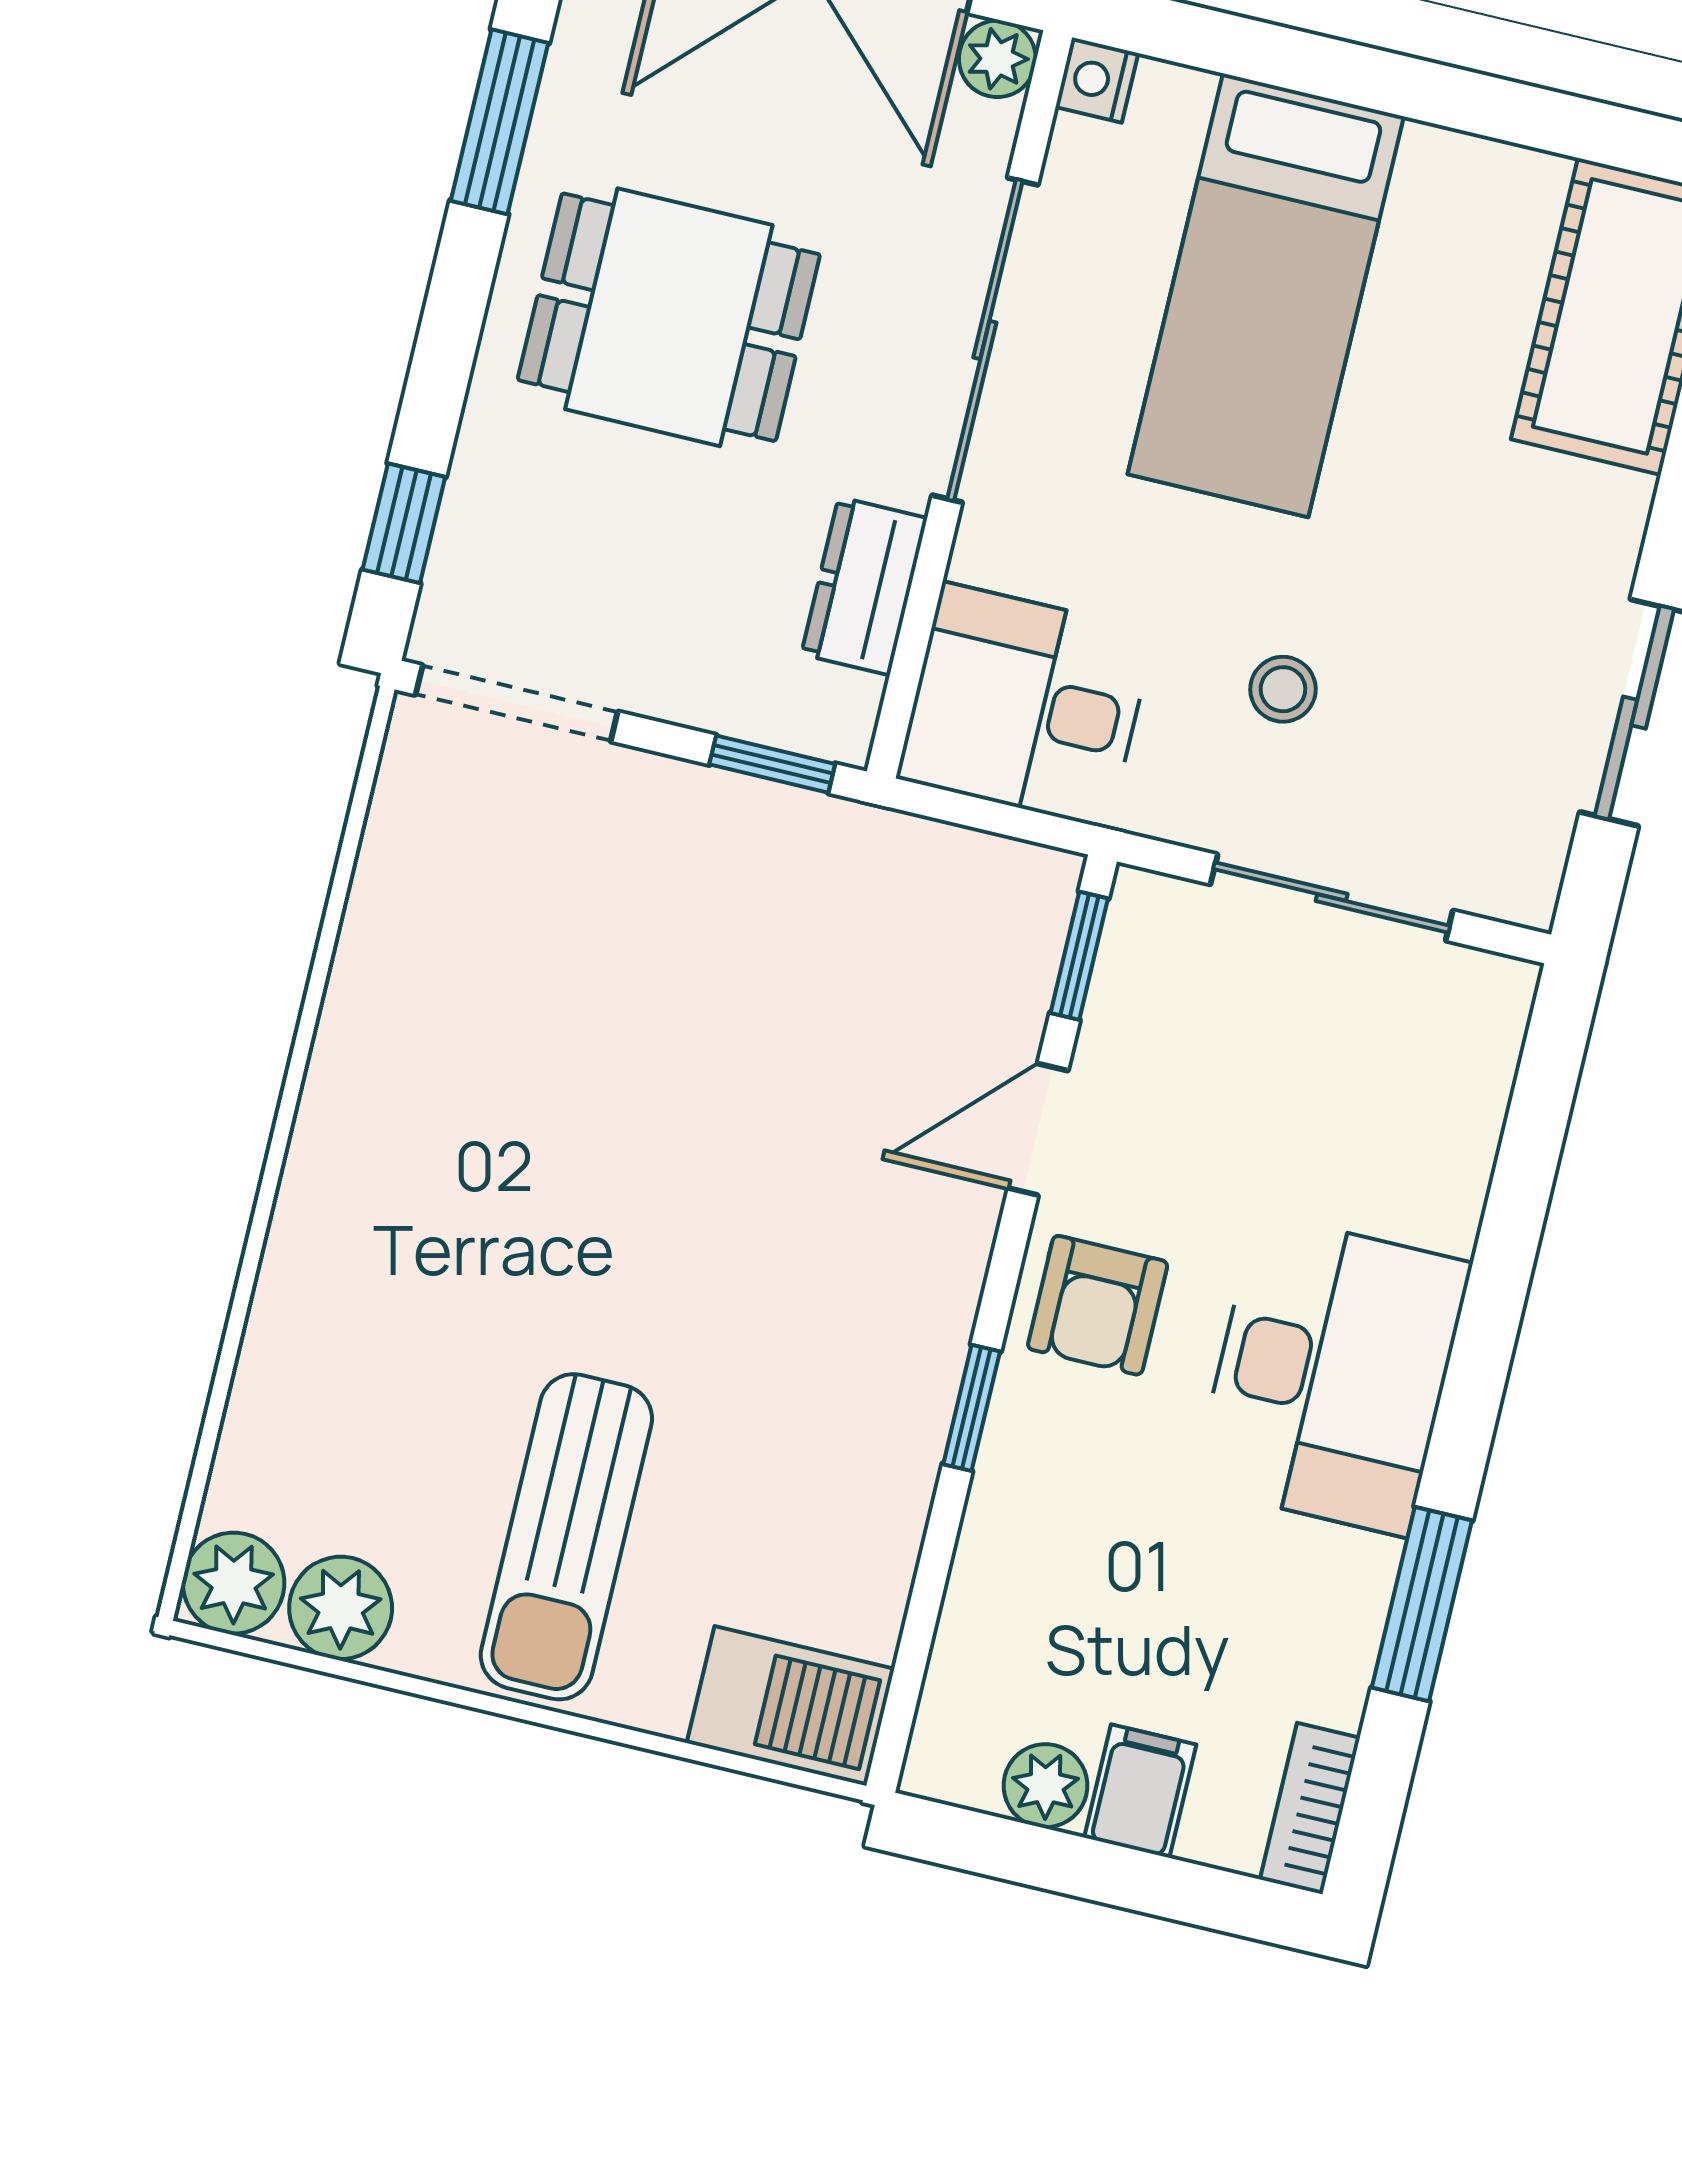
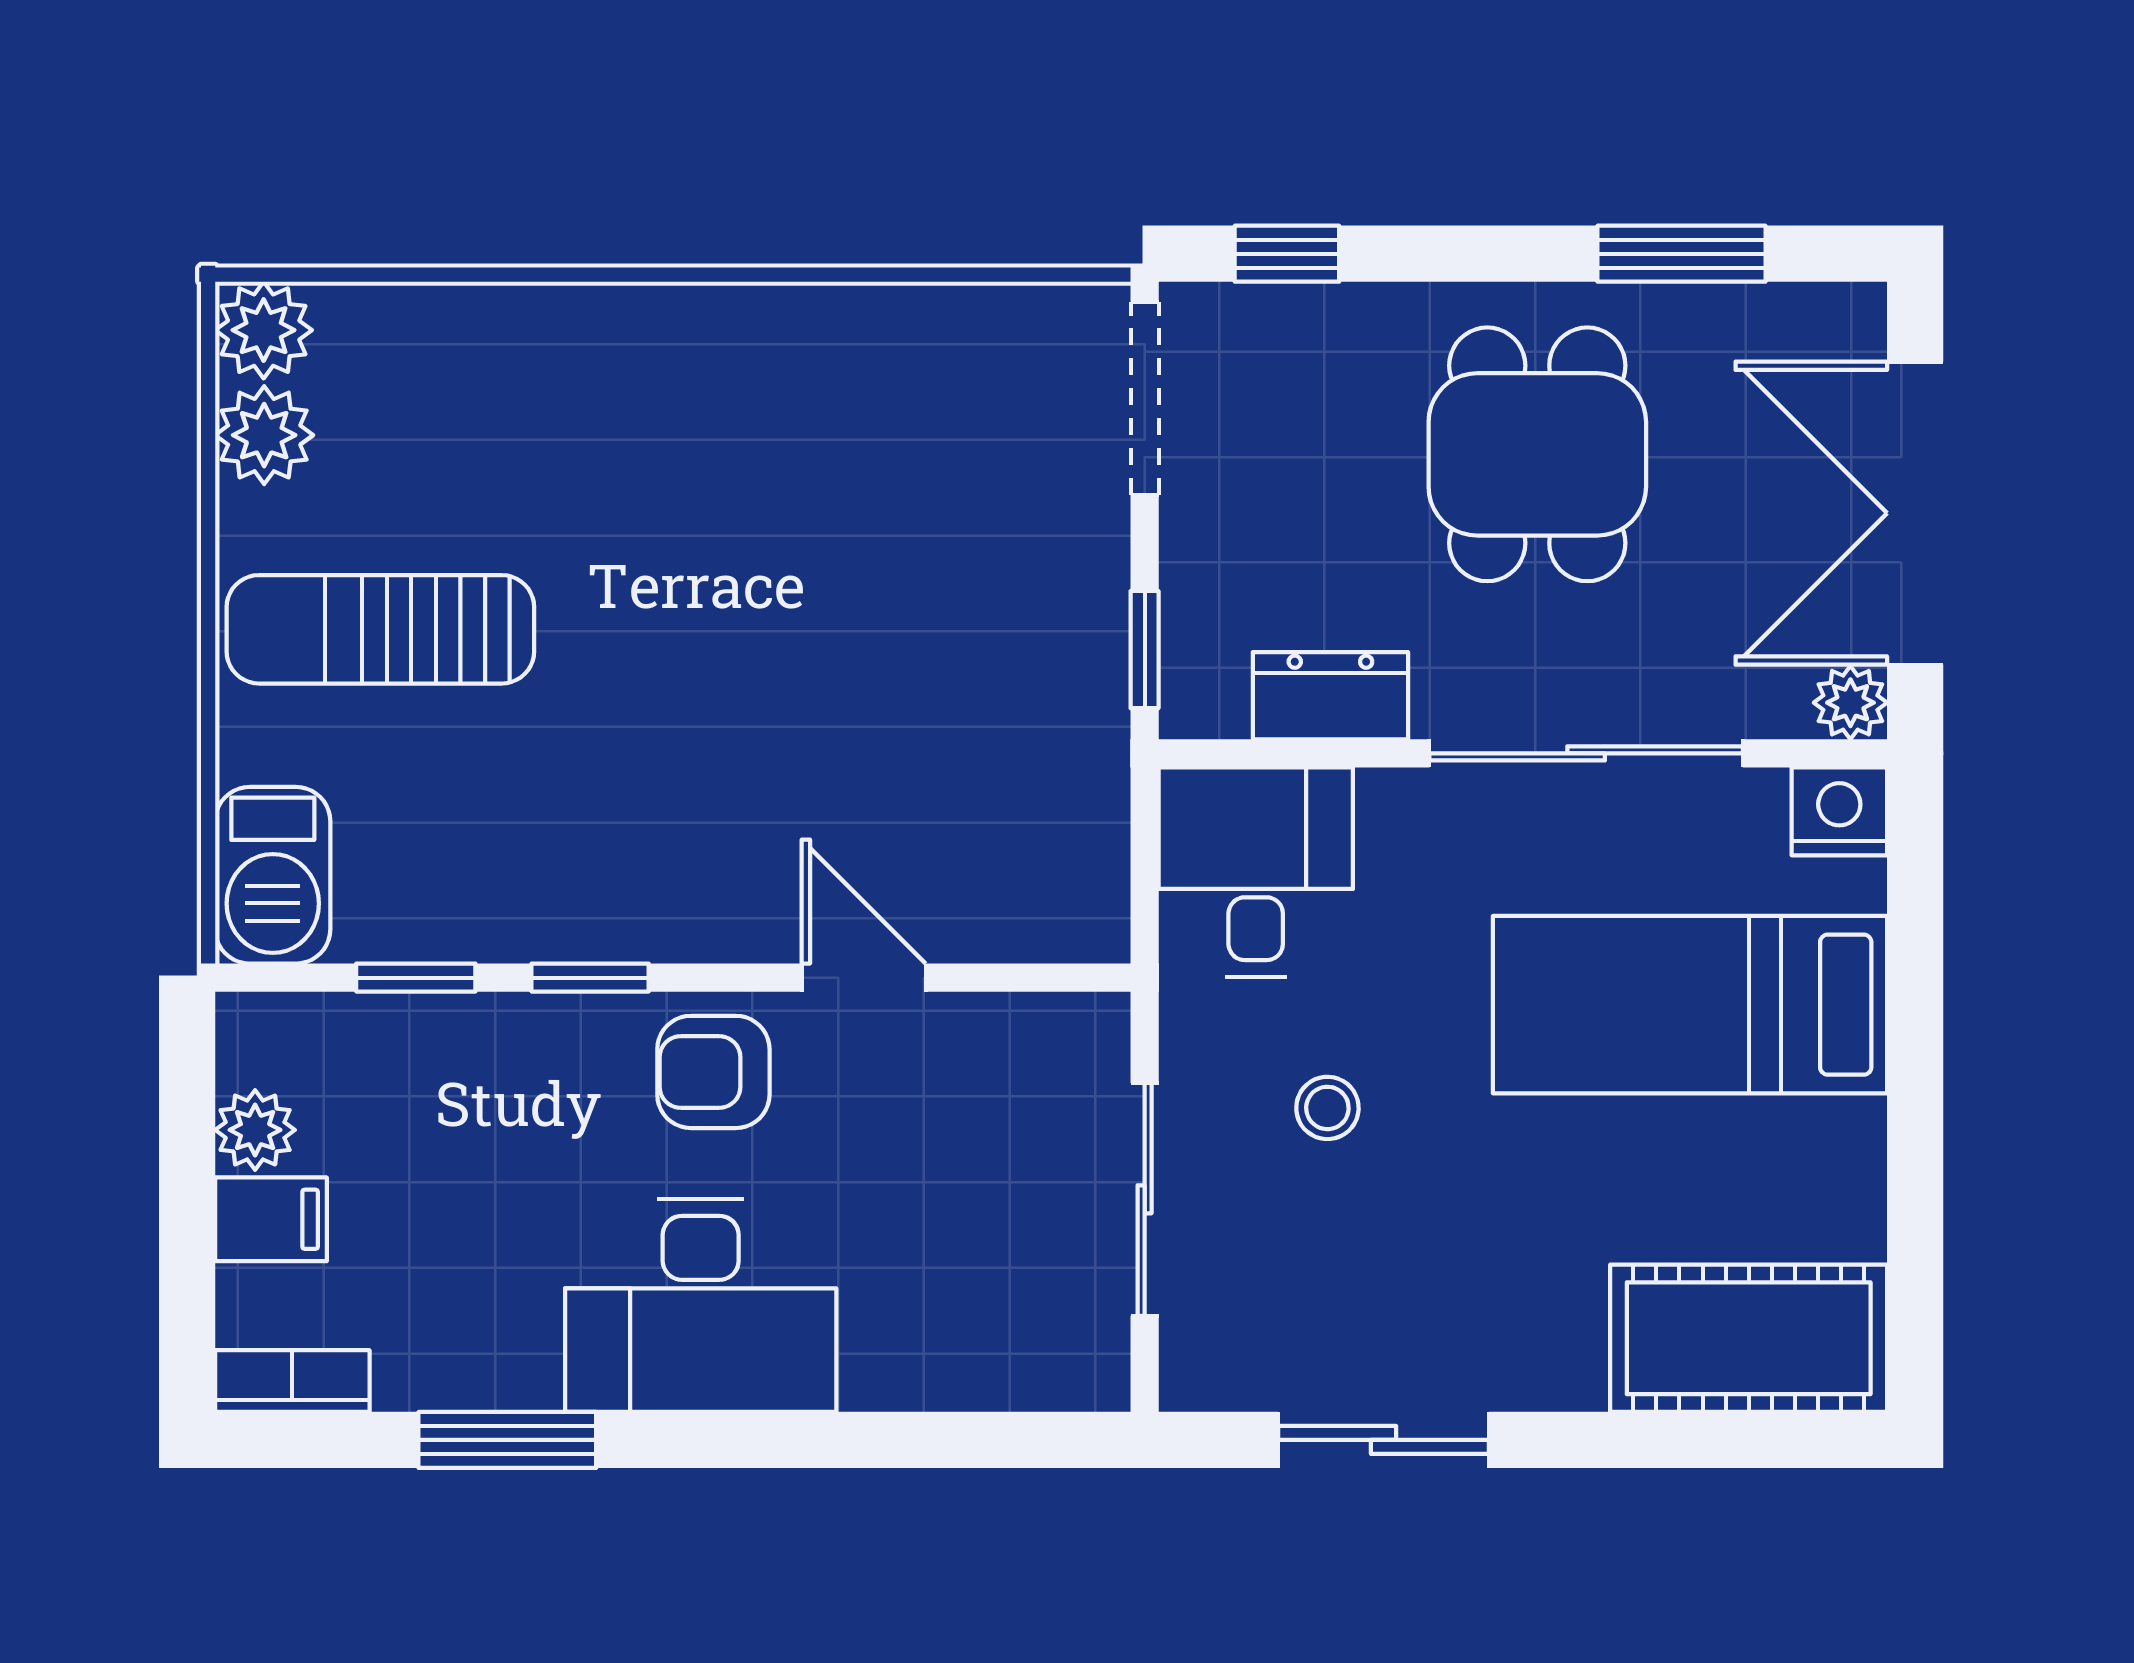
nightstand: (1097, 80) -> (1839, 811), width x1.39, depth x1.35
window: (1079, 956) -> (416, 978), moved

